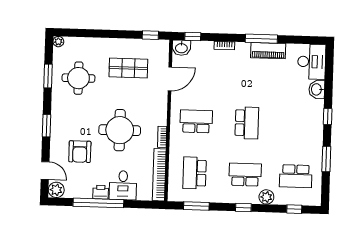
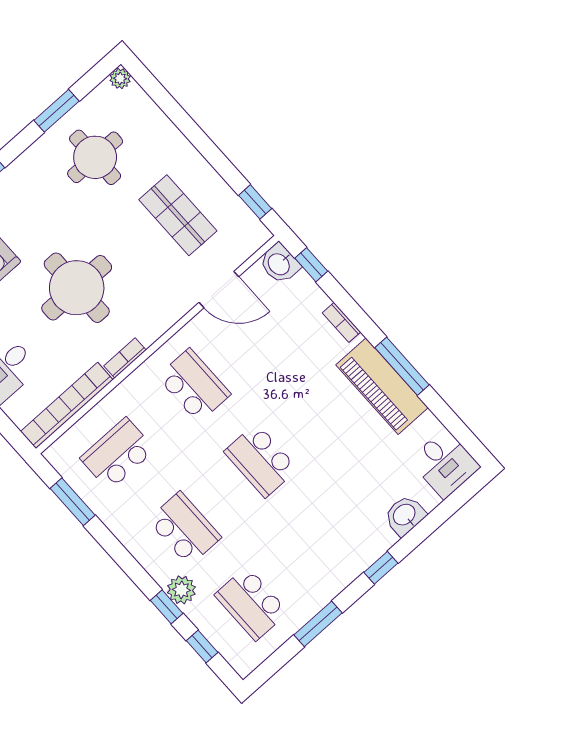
piano: (268, 51) -> (382, 386), width x1.37, depth x1.33
desk: (312, 62) -> (445, 464), width x0.73
school desk: (247, 123) -> (261, 460), turned 90
window: (243, 208) -> (167, 607), moved

